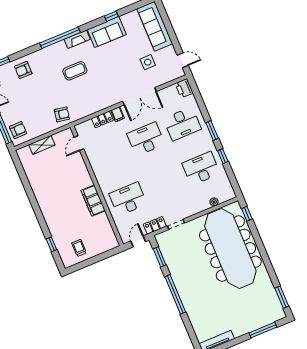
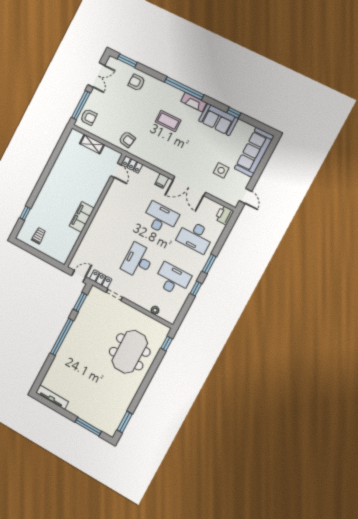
locker: (102, 119) -> (132, 164), moved
door: (79, 143) -> (116, 170), swing flipped
desk: (128, 199) -> (138, 261), moved, turned -90
meeting table: (230, 249) -> (130, 352), width x0.54, depth x0.79

